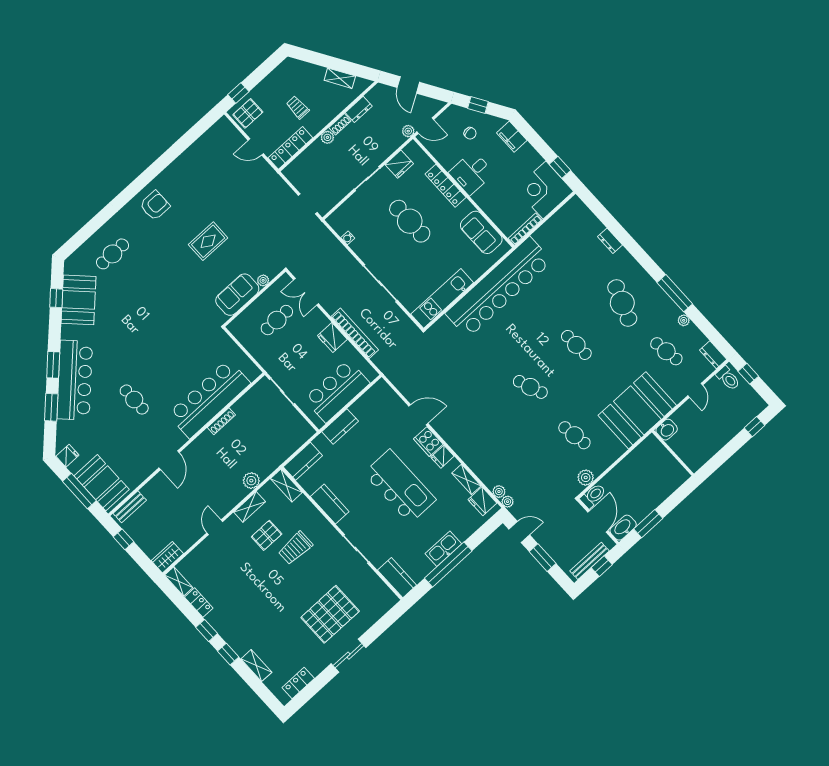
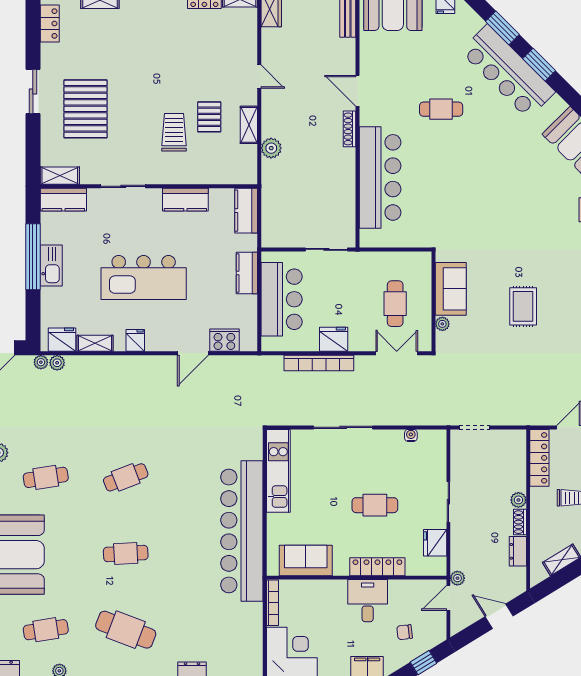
cafe table: (410, 221) -> (375, 505), width x0.73, depth x0.74
shoe rack: (221, 421) -> (350, 129), moved
cooker: (428, 442) -> (224, 340), moved
shelving: (286, 485) -> (60, 176), moved

